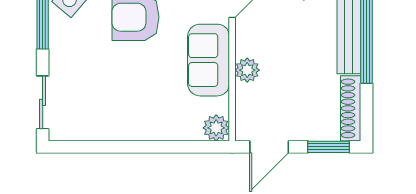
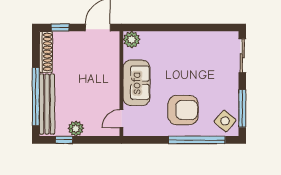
plant: (247, 70) -> (112, 76), removed
window: (328, 147) -> (60, 27), width x0.67

